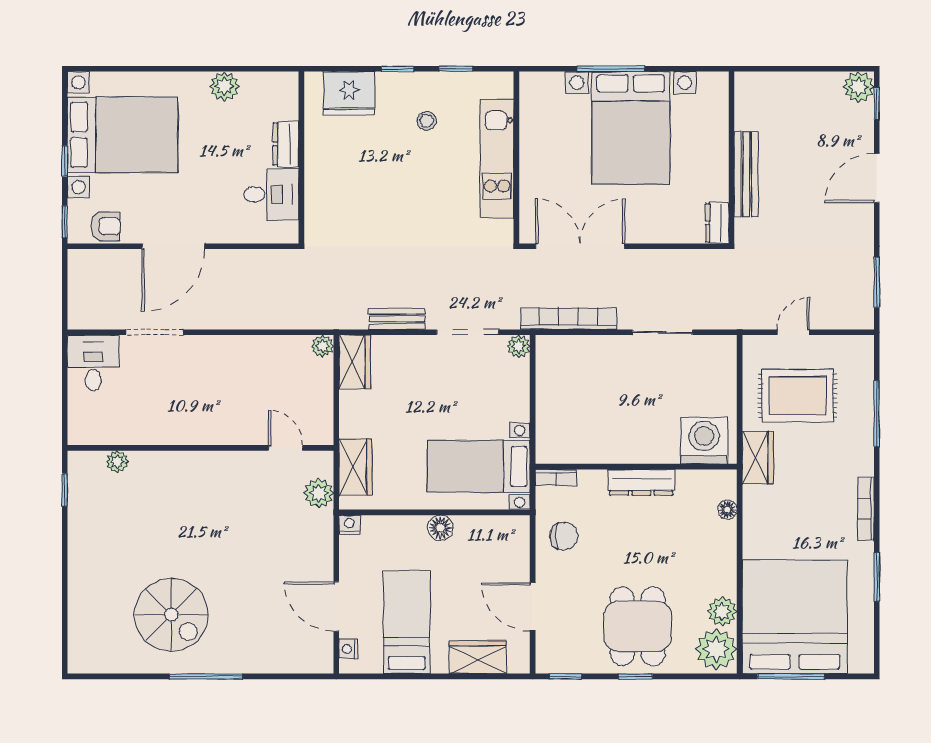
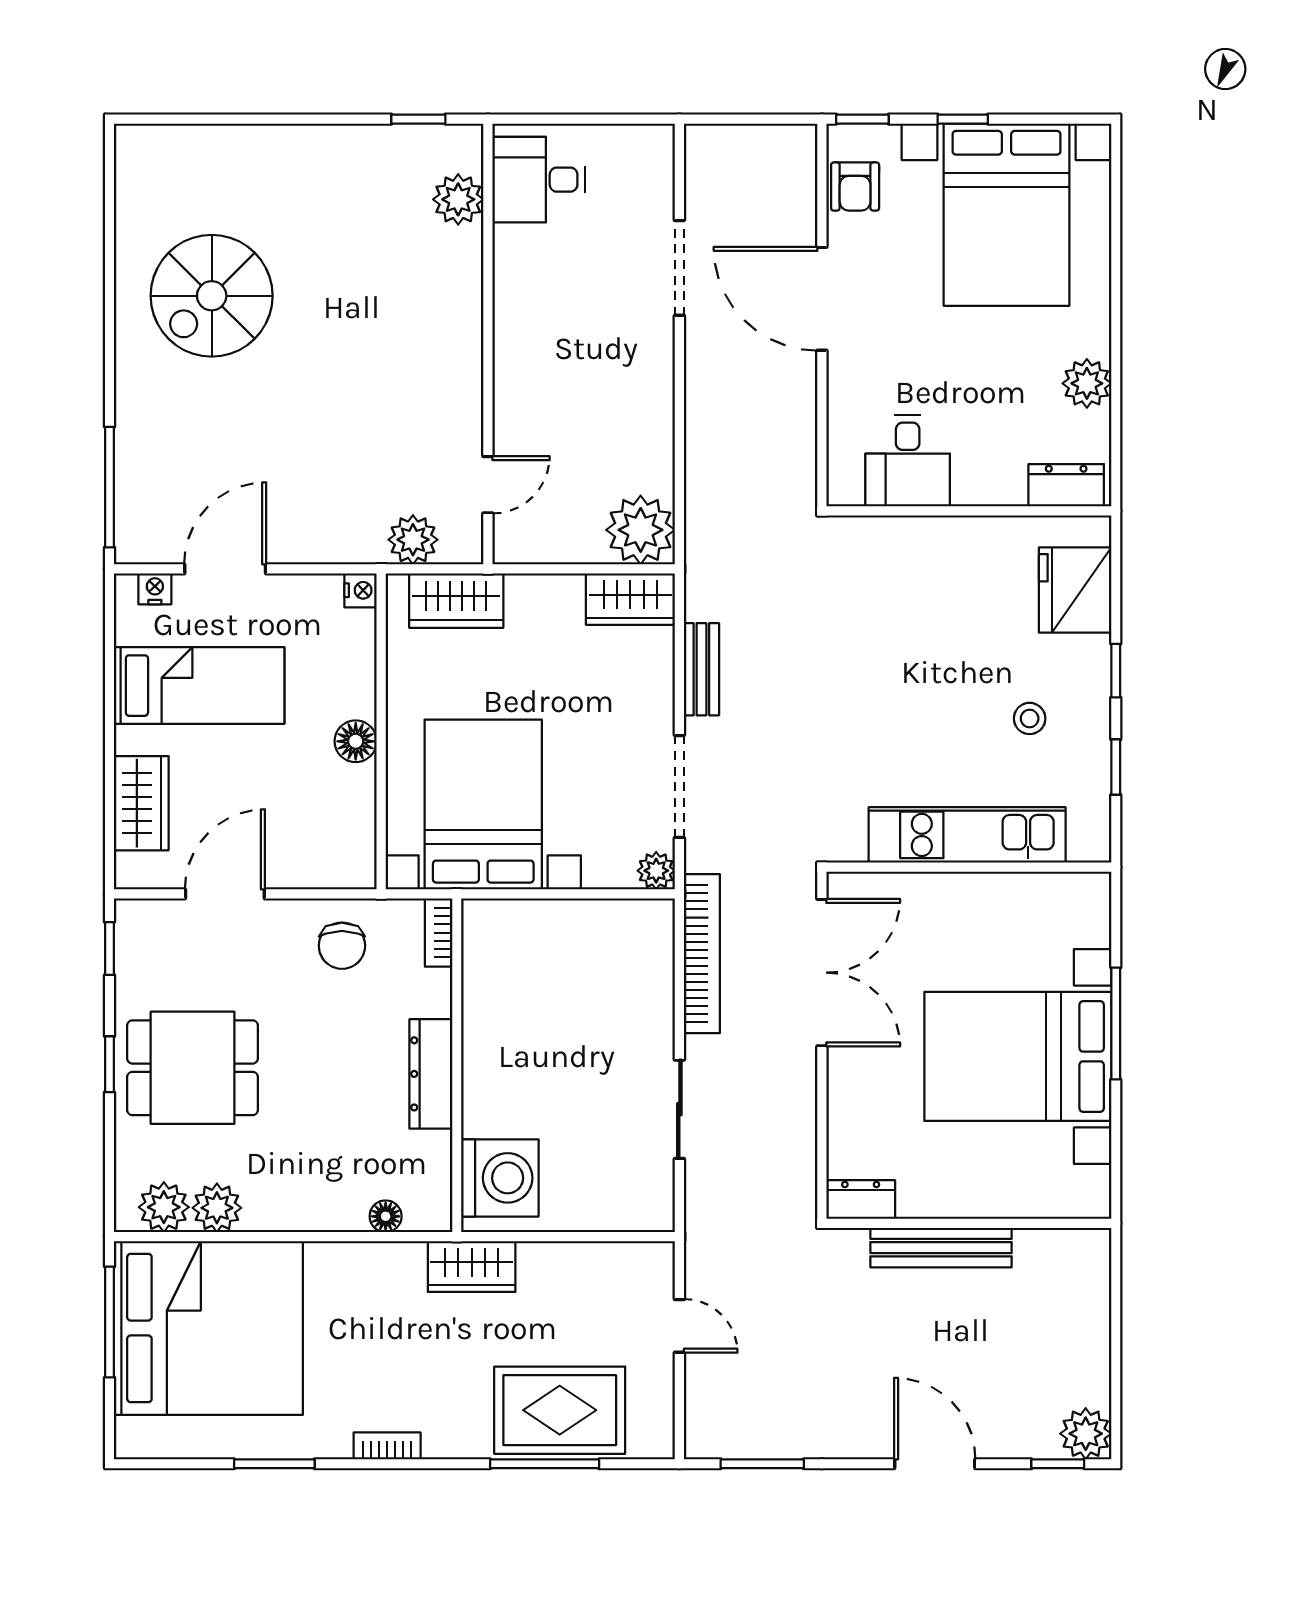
dresser: (286, 144) -> (1066, 485), moved
plant: (323, 346) -> (641, 530), width x1.87, depth x1.87
desk: (93, 363) -> (539, 180), moved, turned 180
rug: (798, 396) -> (560, 1410), moved, turned 90
plant: (117, 462) -> (458, 199), width x1.38, depth x1.38
bed with nightstands: (479, 466) -> (483, 804), width x1.36
bookcase: (866, 509) -> (387, 1446), width x0.64
plant: (716, 649) -> (164, 1207), width x0.73, depth x0.73
window: (206, 676) -> (109, 487), moved

